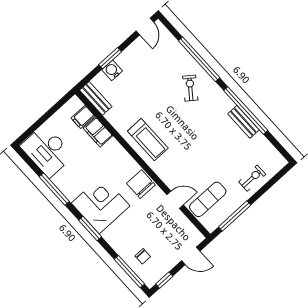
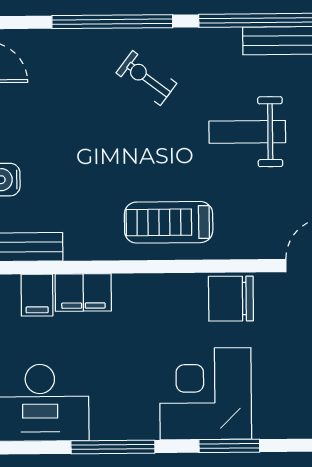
weight bench: (203, 139) -> (247, 132), added
treadmill: (148, 140) -> (169, 222), turned 180

